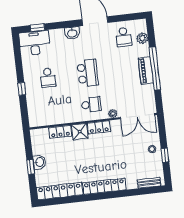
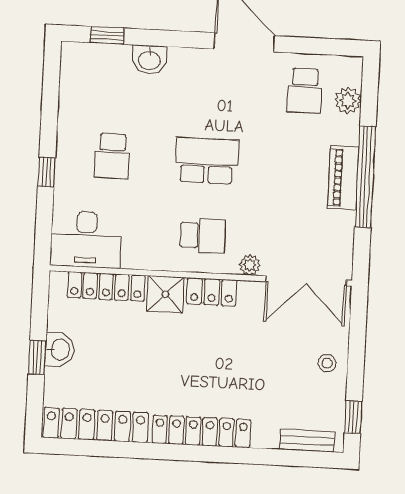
washbasin: (72, 33) -> (149, 60), moved
desk: (35, 43) -> (86, 239), moved, turned 180
school desk: (88, 73) -> (207, 161), turned -90
locker: (60, 132) -> (106, 286), width x1.53
window: (165, 155) -> (353, 417), moved

